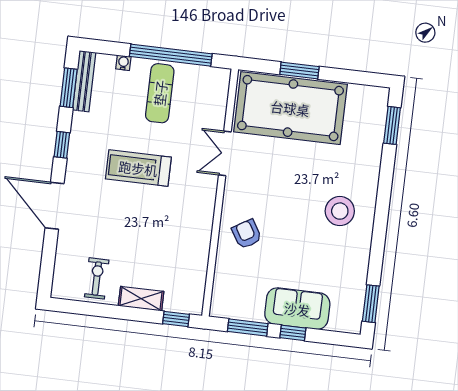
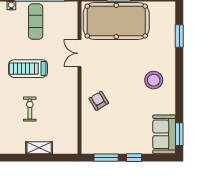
window: (392, 125) -> (179, 36), moved
exercise bike: (97, 278) -> (30, 109), moved
sofa: (297, 309) -> (164, 134), moved, turned -90
window: (176, 319) -> (62, 158), removed

